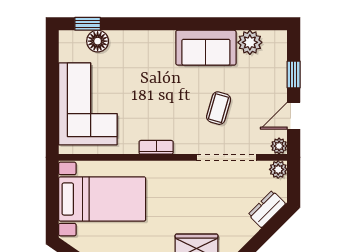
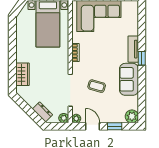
window: (88, 24) -> (142, 58), moved
tv unit: (149, 40) -> (133, 49), added
floor lamp: (98, 41) -> (132, 21), removed
plant: (250, 42) -> (132, 116), moved

